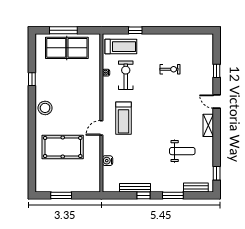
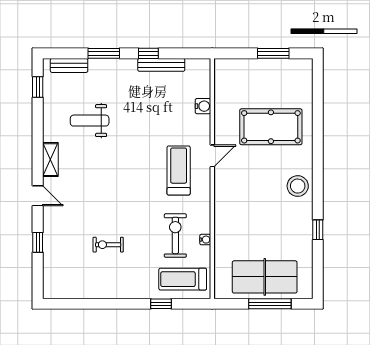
exercise bike: (126, 75) -> (175, 235), turned 180

